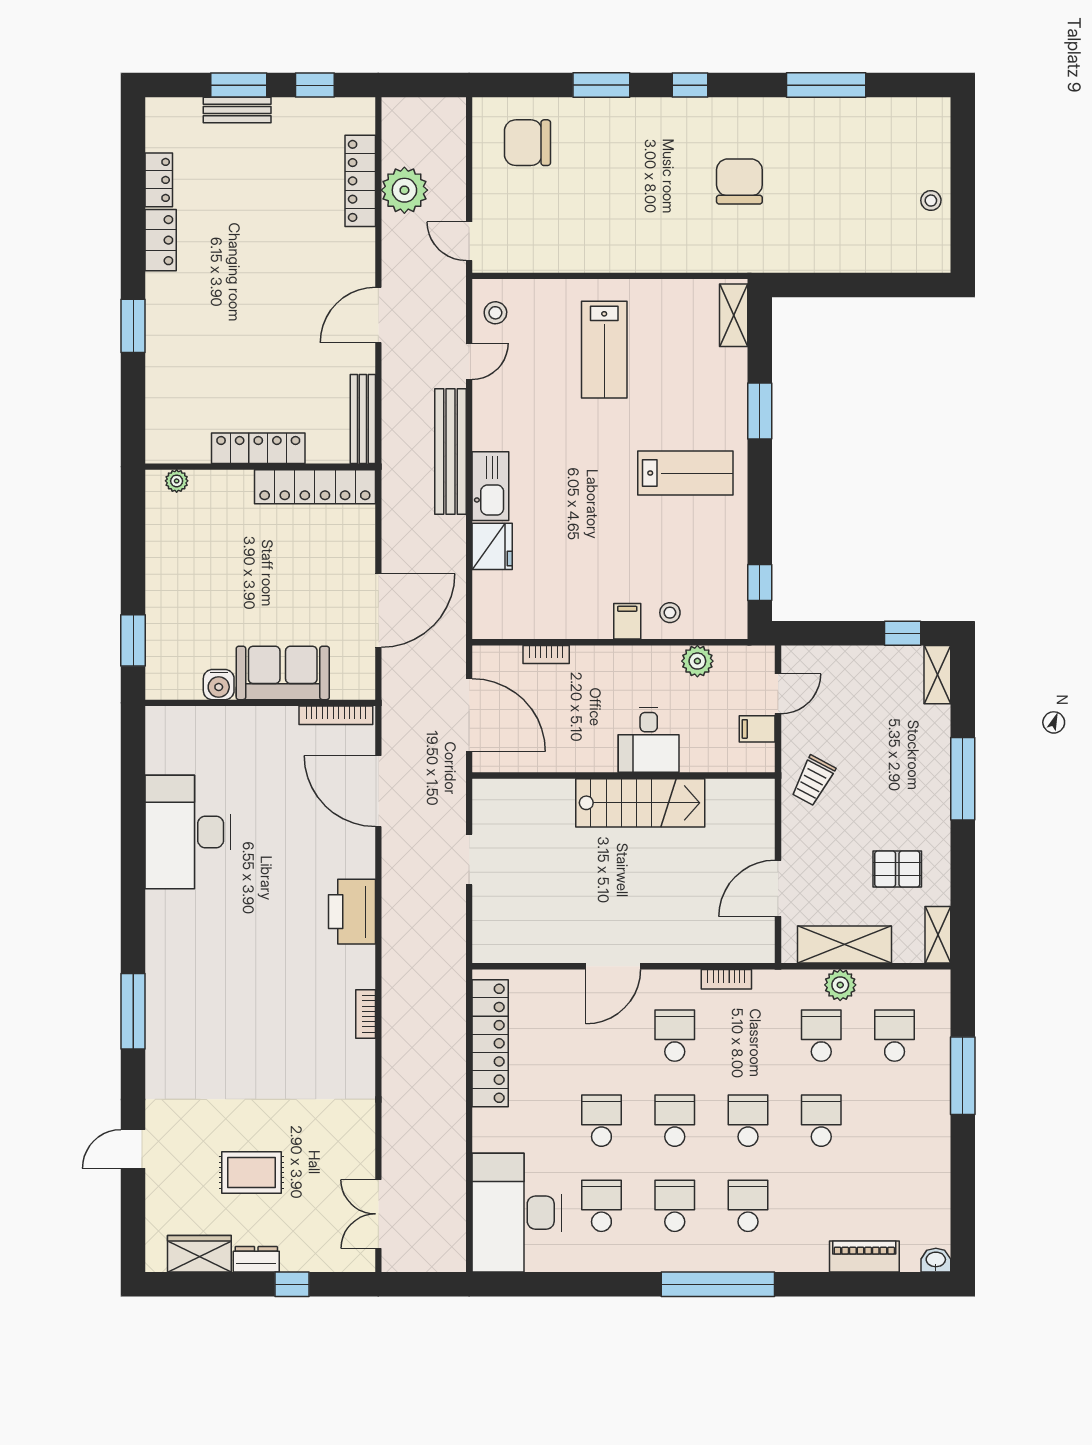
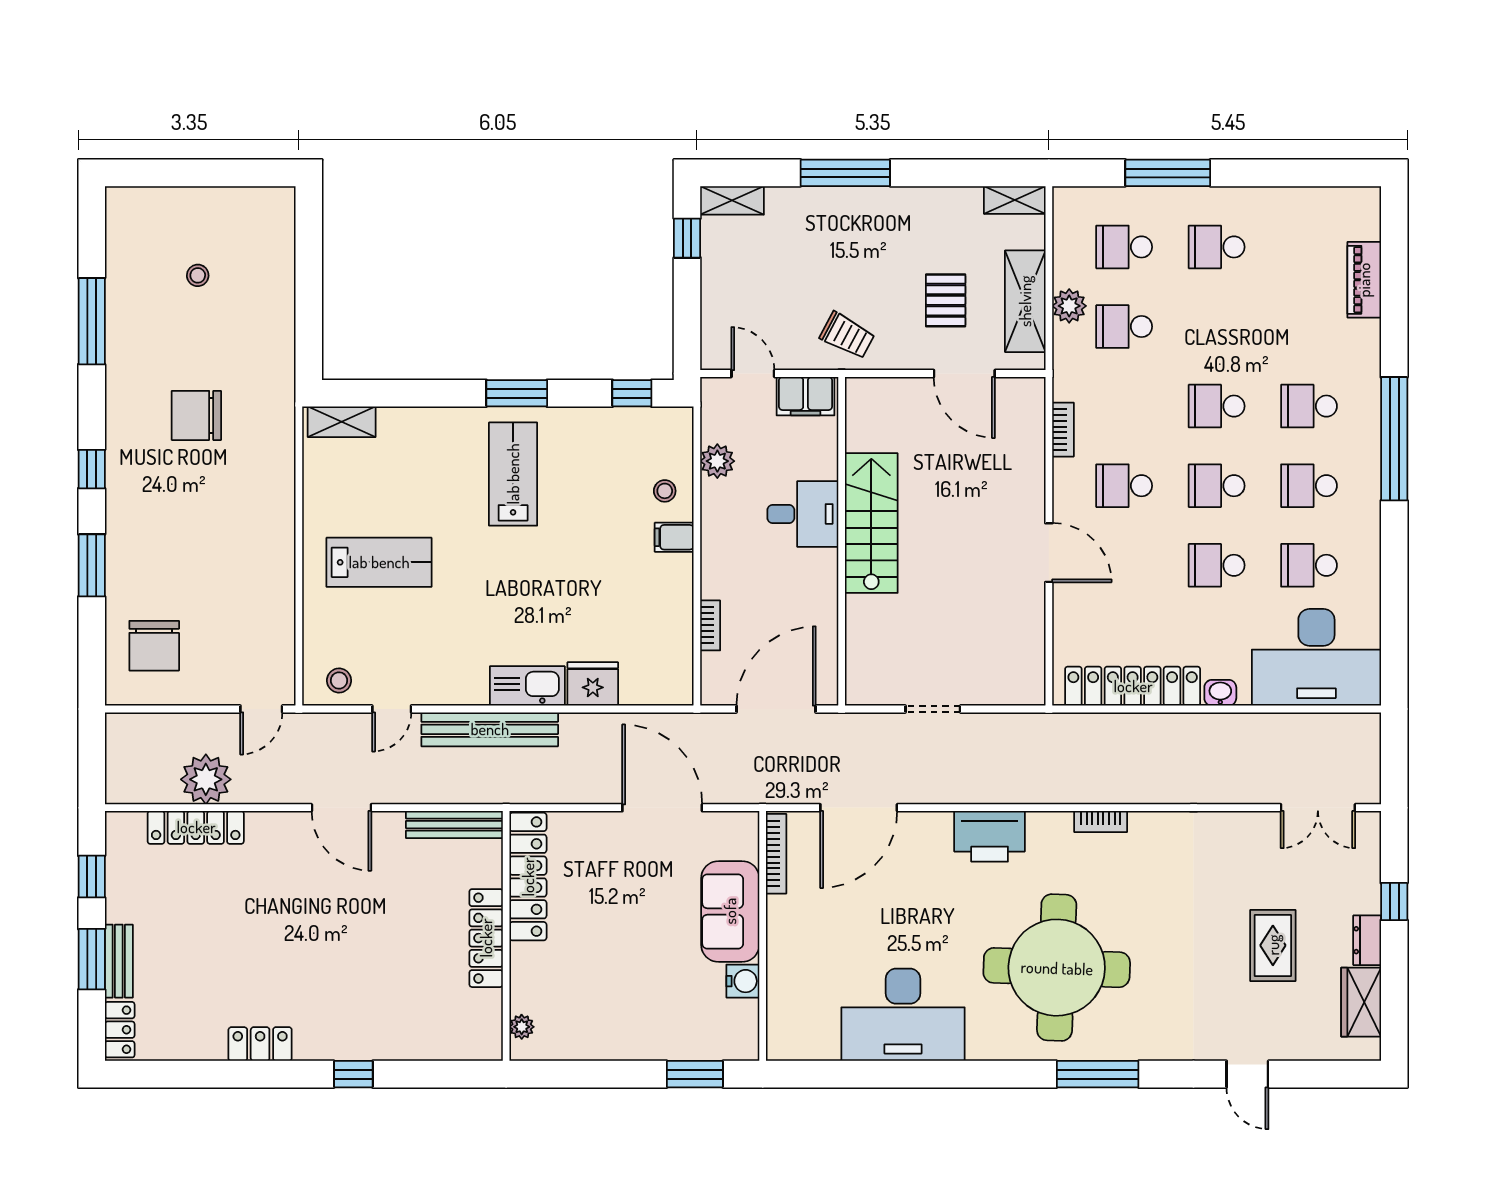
locker: (159, 180) -> (120, 1030), moved, turned 90
stool: (931, 201) -> (198, 275), moved
window: (133, 326) -> (353, 1074), width x0.67
door: (469, 361) -> (392, 709), swing flipped
window: (760, 411) -> (517, 393), moved
filing cabinet: (757, 729) -> (806, 396), width x2.00
pallet: (897, 869) -> (946, 300), moved
round table: (231, 973) -> (1057, 968), added
school desk: (821, 1121) -> (1217, 247), moved
washbasin: (936, 1260) -> (1220, 693), moved, turned 90

